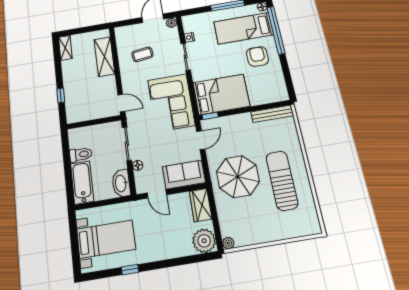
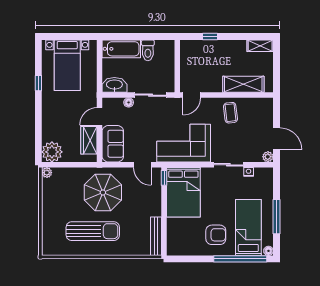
coffee table: (142, 54) -> (230, 113), moved
wardrobe: (201, 205) -> (89, 140), moved, turned -90

